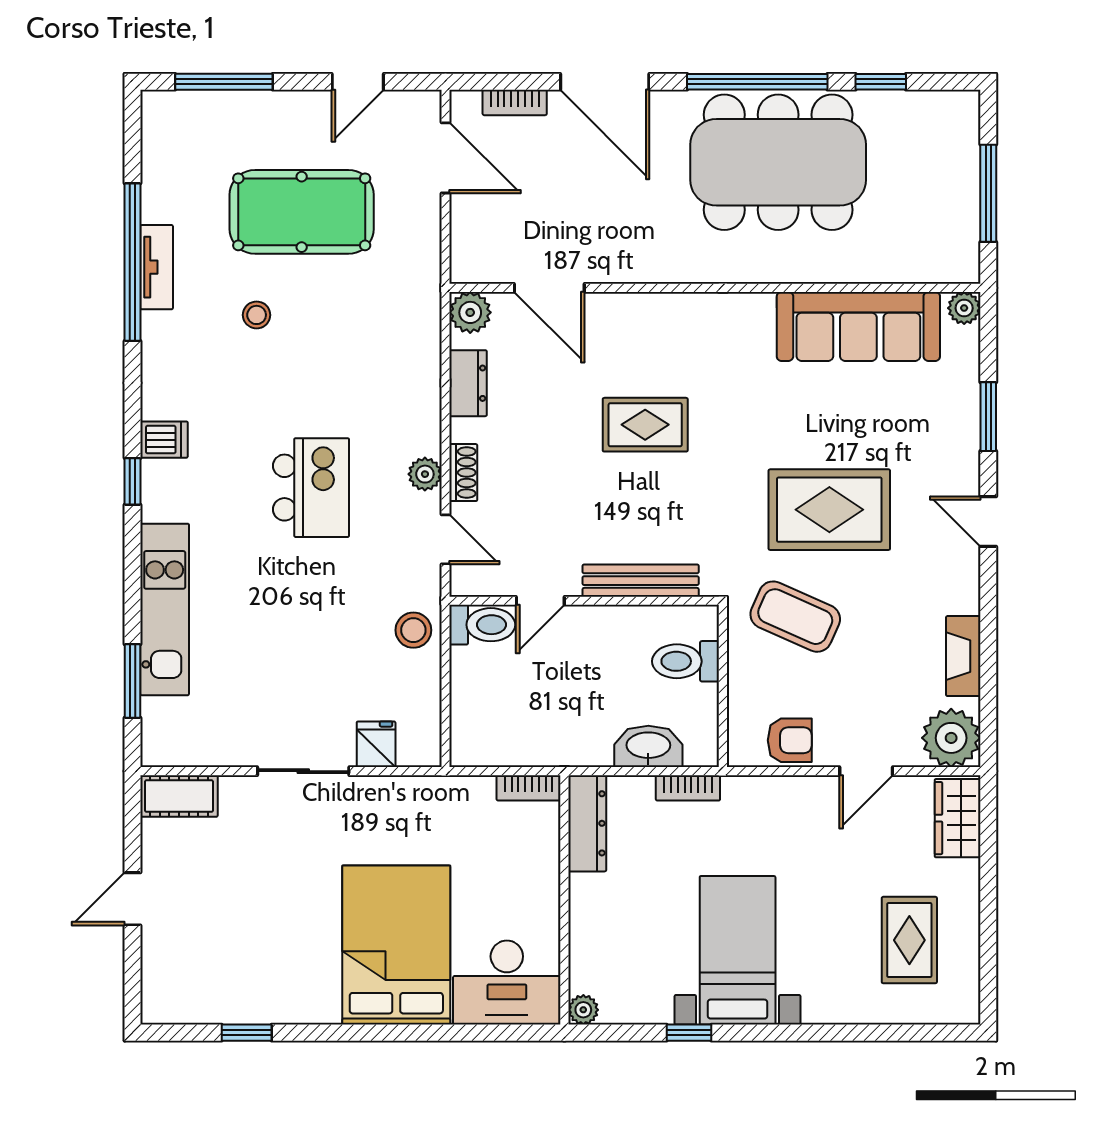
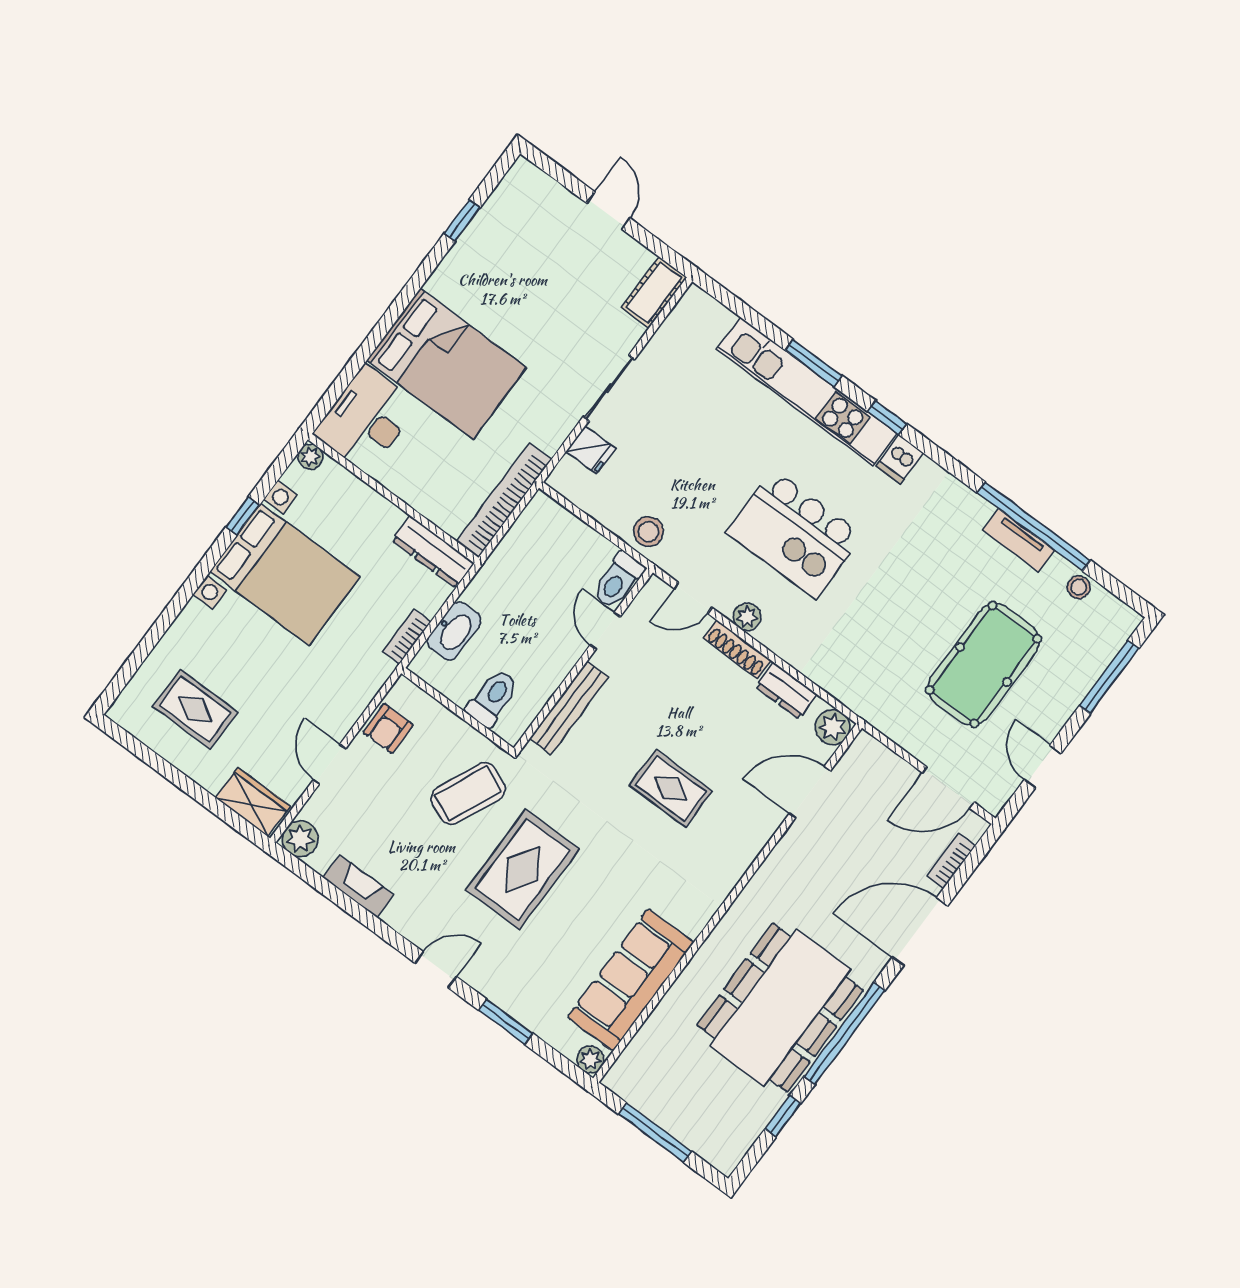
stool: (257, 315) -> (1079, 587), moved
rug: (645, 425) -> (671, 788), turned 90
shoe rack: (463, 473) -> (737, 649), width x1.43
kitchen island: (311, 488) -> (795, 534), width x1.37, depth x1.28
kitchen unit: (165, 609) -> (807, 391), width x1.36
window: (133, 681) -> (814, 363), moved
plant: (951, 738) -> (300, 839), width x0.73, depth x0.73
bookcase: (529, 788) -> (504, 500), width x2.31, depth x1.31
bed with nightstands: (738, 950) -> (285, 574), width x1.36

